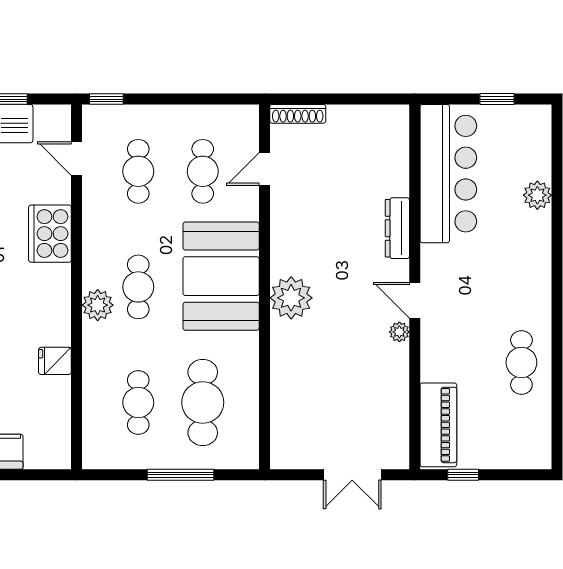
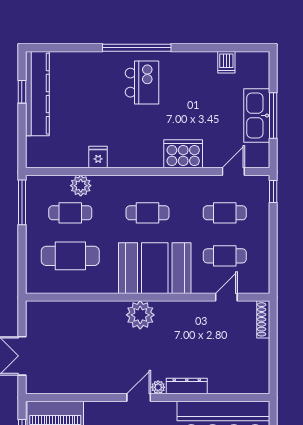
door: (264, 169) -> (226, 297), hinge flipped
plant: (98, 305) -> (81, 186), moved
plant: (399, 332) -> (158, 387), moved
window: (180, 475) -> (22, 202), moved

